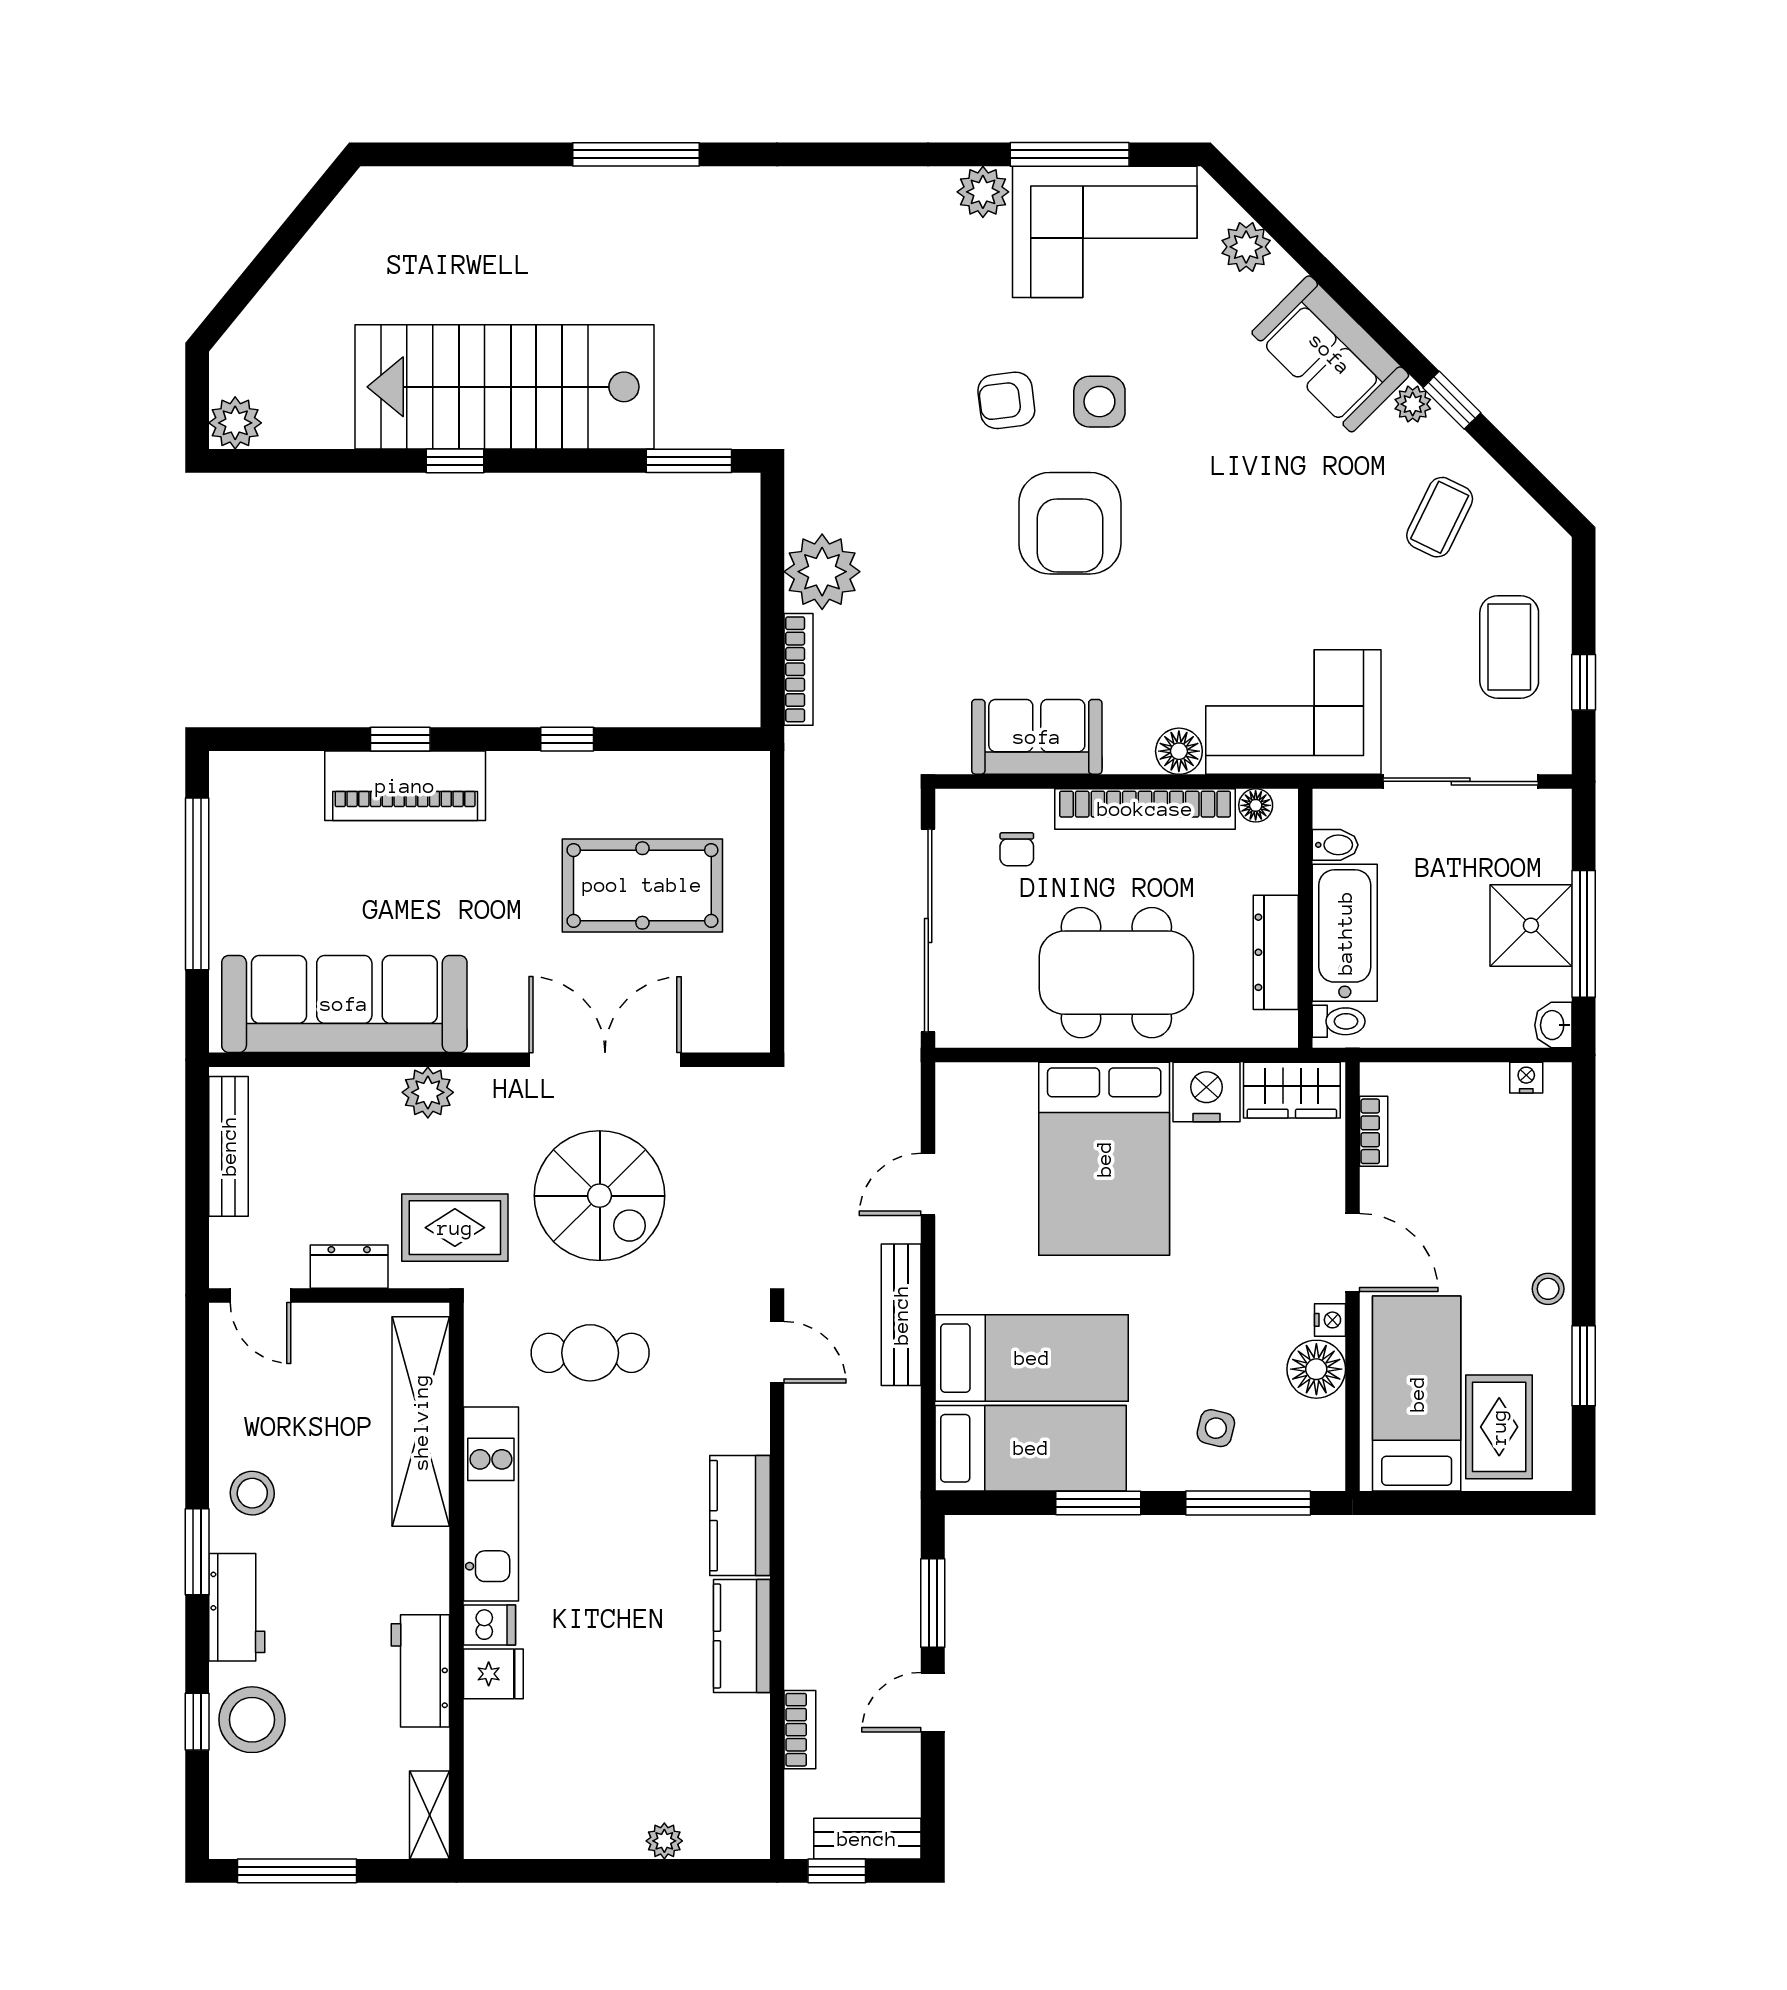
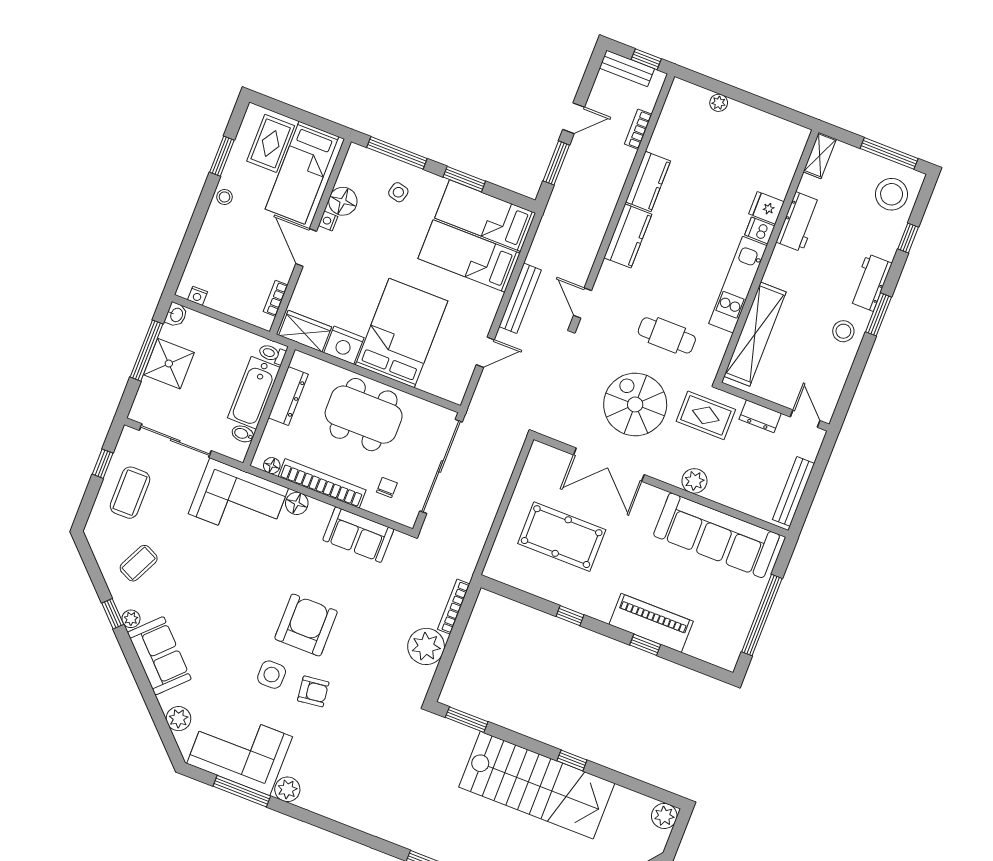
stool: (252, 1720) -> (892, 194), moved

